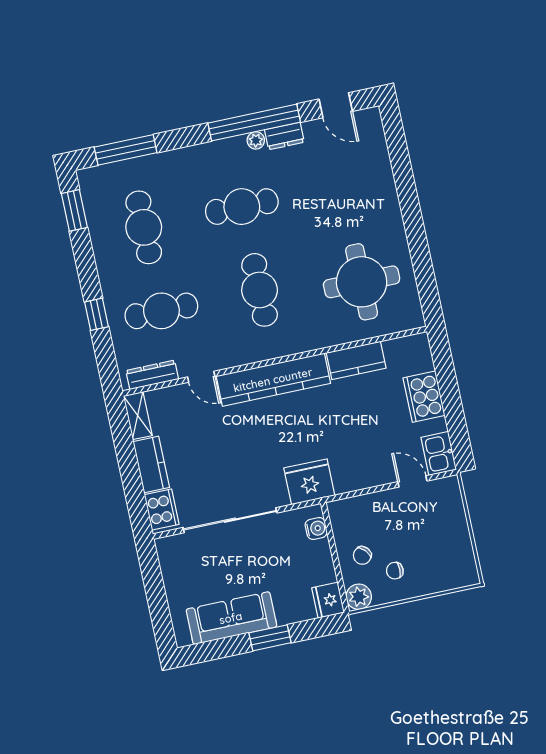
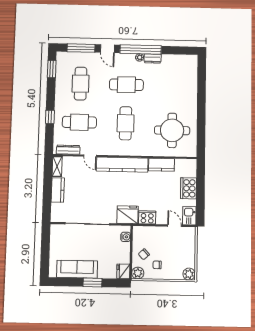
door: (336, 105) -> (107, 49), moved
cooker: (162, 510) -> (147, 217), moved, turned -90
plant: (465, 574) -> (189, 274), added

